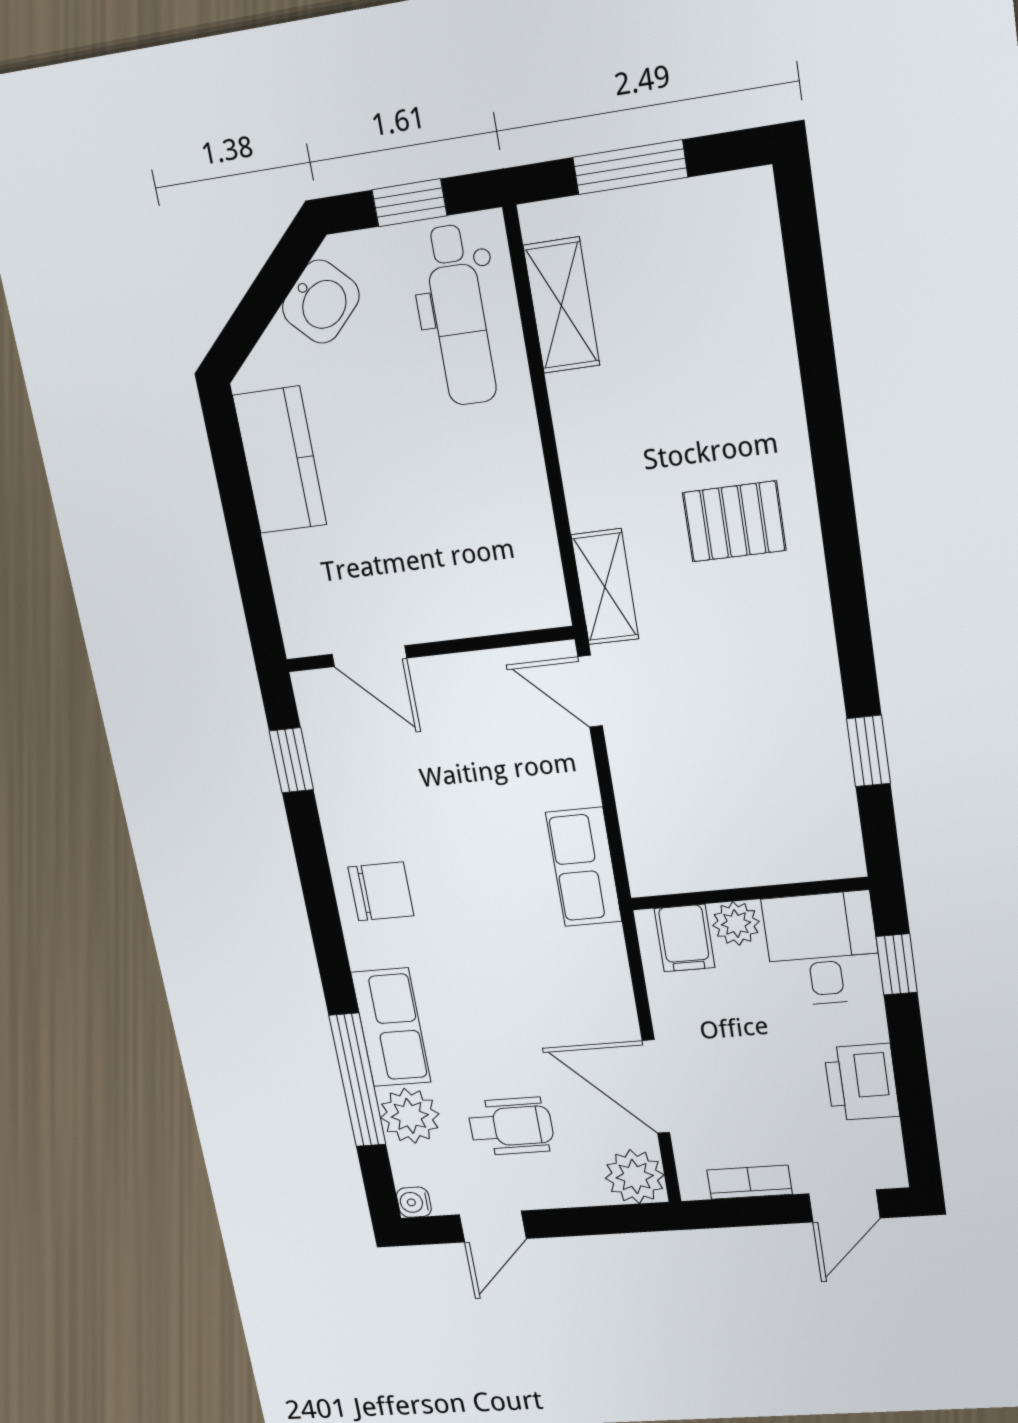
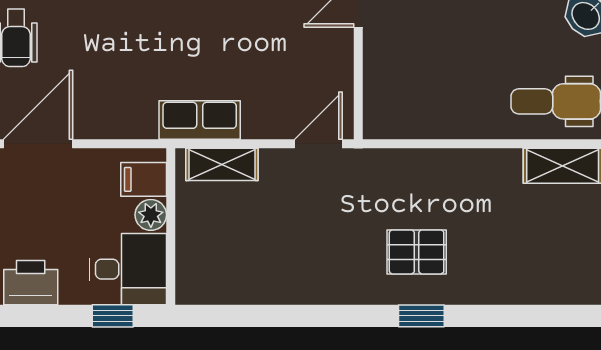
pallet: (734, 521) -> (417, 252), turned 90
shelving: (605, 587) -> (222, 164), moved
window: (869, 751) -> (421, 316), moved

